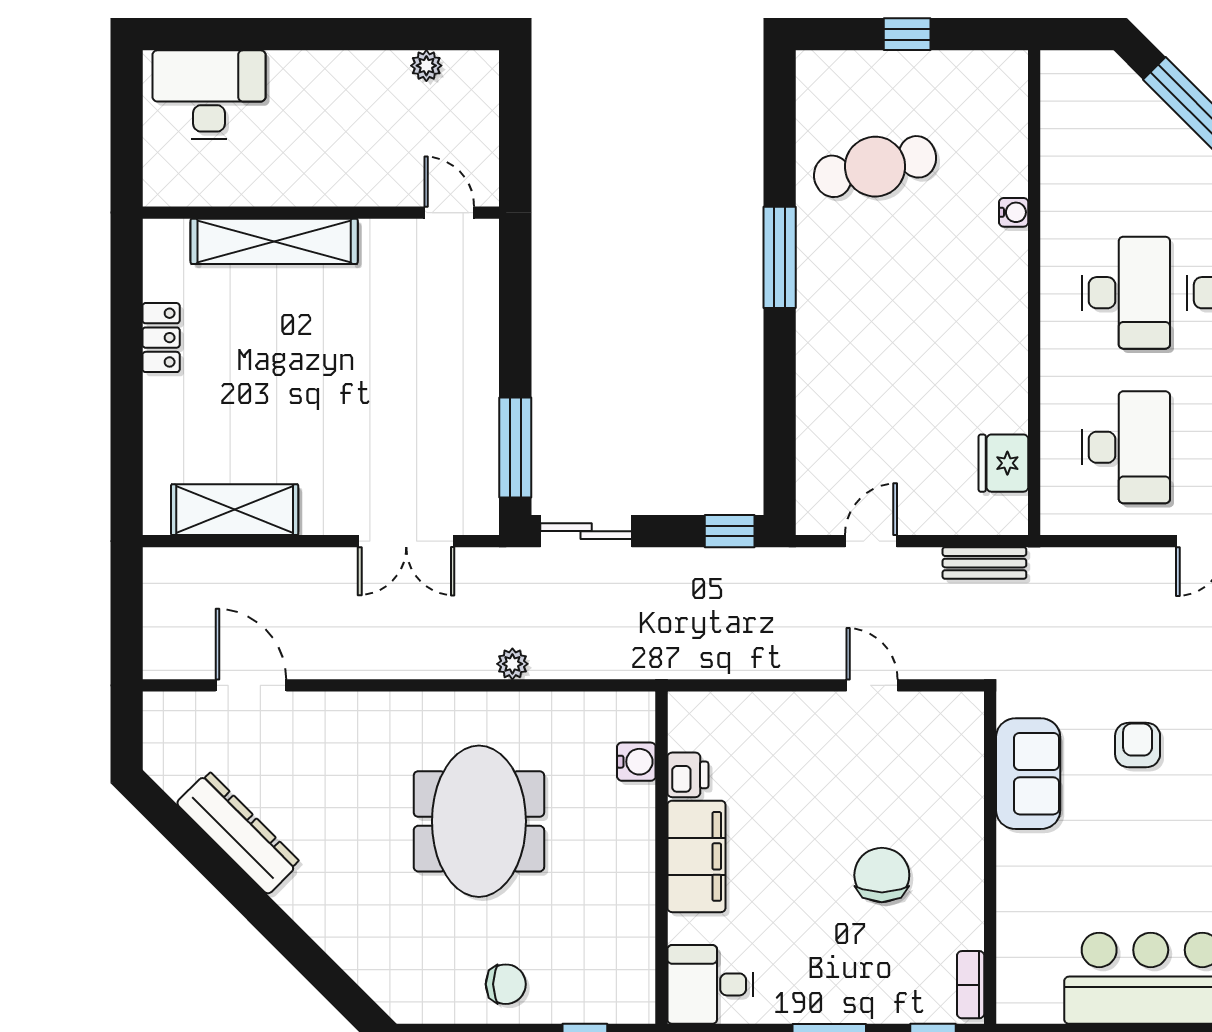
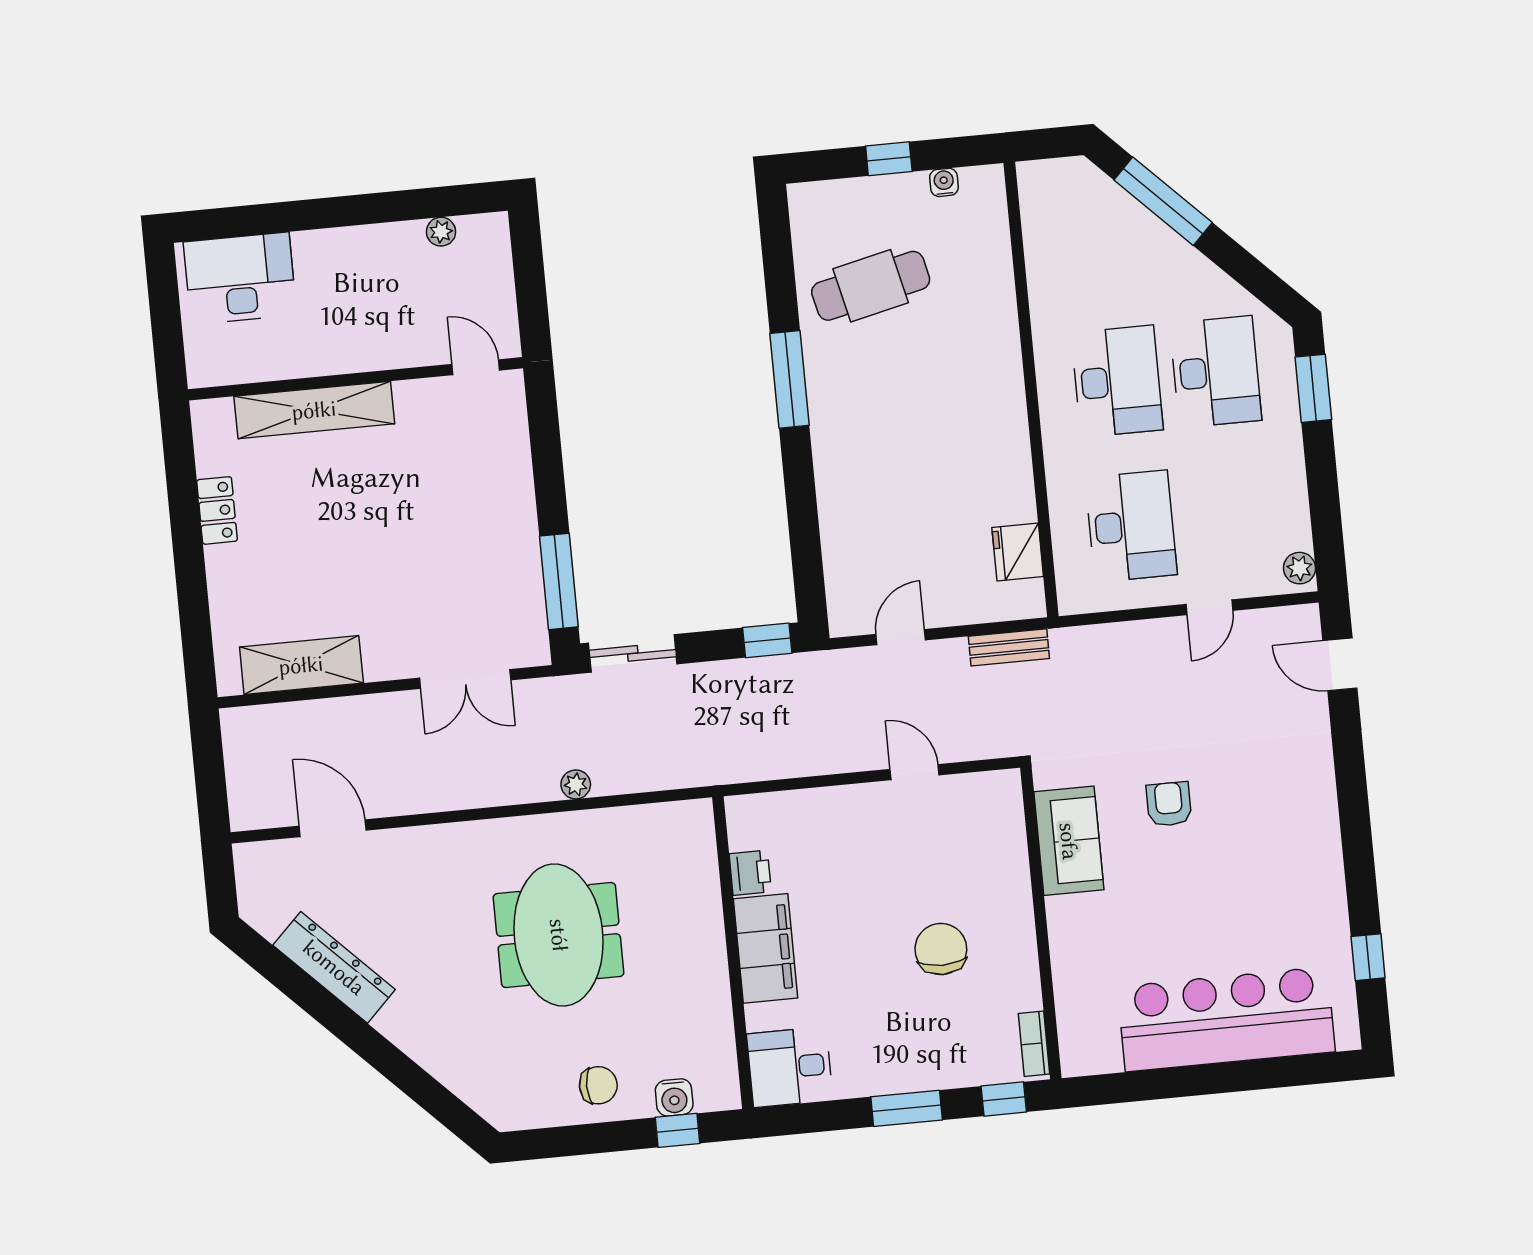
water cooler: (1014, 212) -> (944, 182), moved, turned -90
water cooler: (636, 762) -> (674, 1097), moved, turned 90

